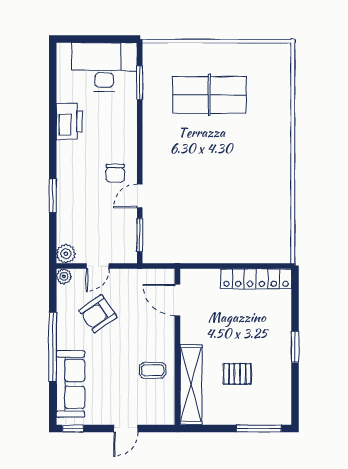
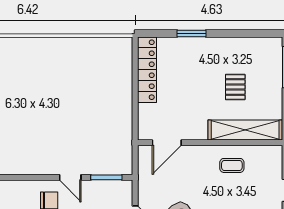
window: (295, 347) -> (192, 33), moved
coffee table: (153, 370) -> (232, 165), turned 90

